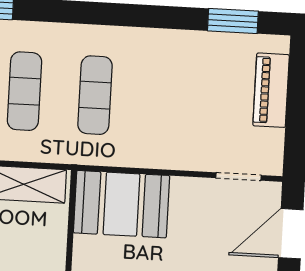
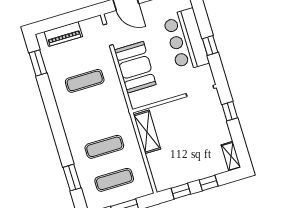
exercise mat: (95, 95) -> (85, 81), moved
booth: (121, 204) -> (135, 67), moved

